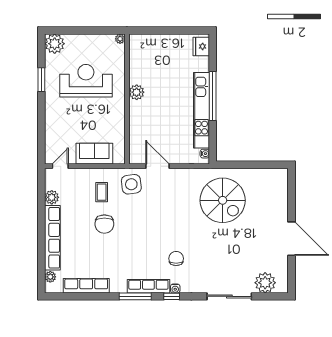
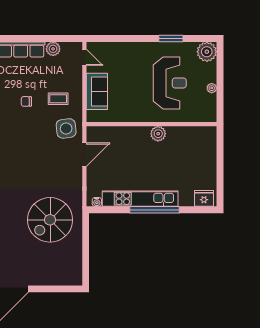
plant: (120, 39) -> (212, 88), moved
chair: (104, 224) -> (26, 101), width x0.54, depth x0.54

